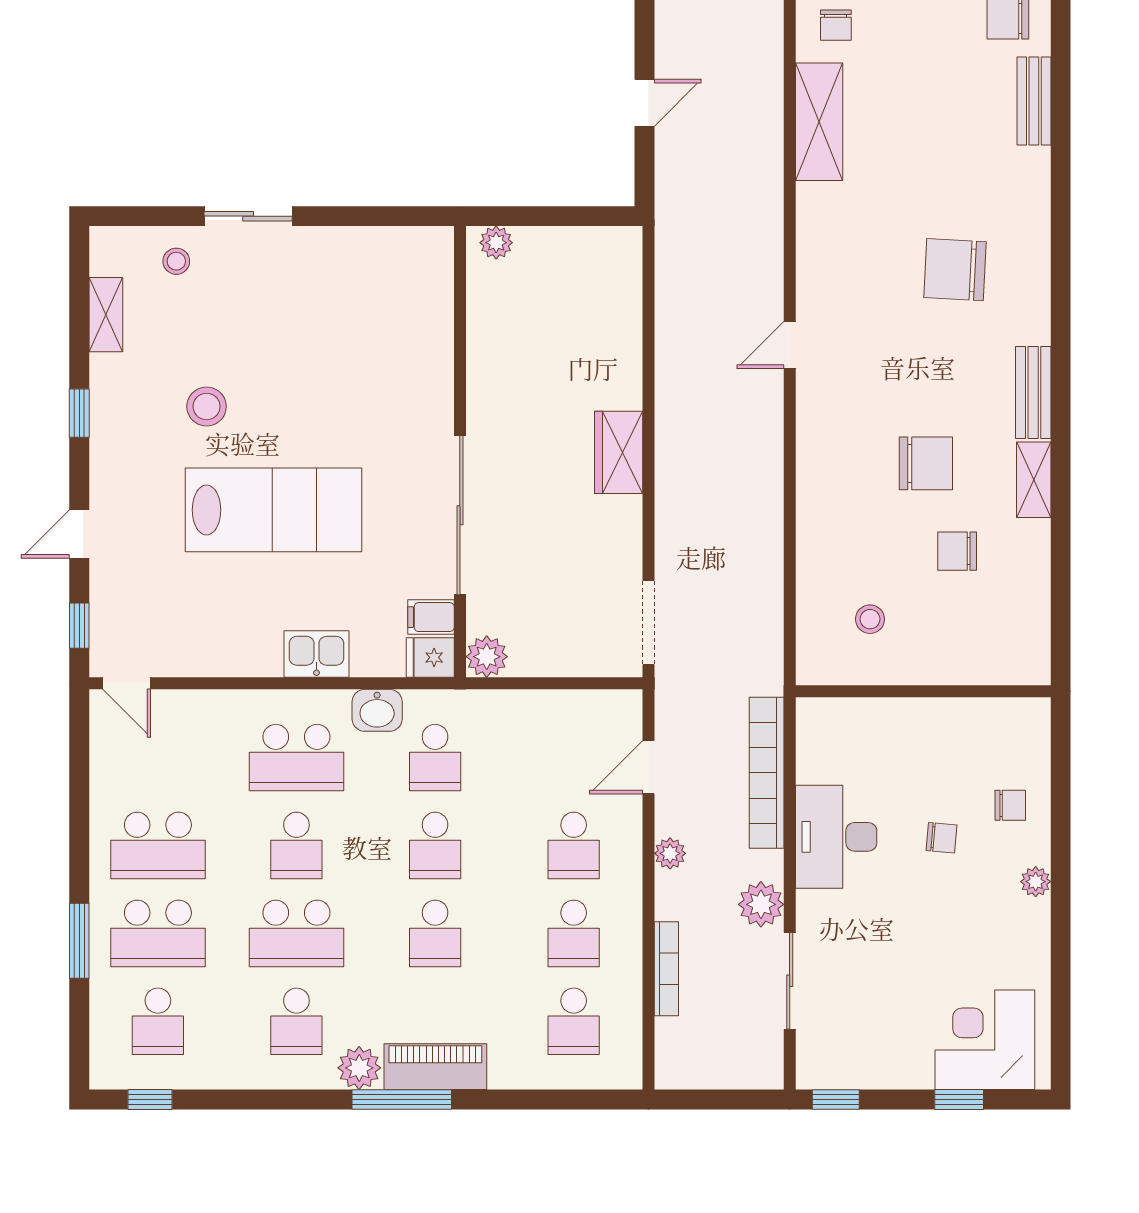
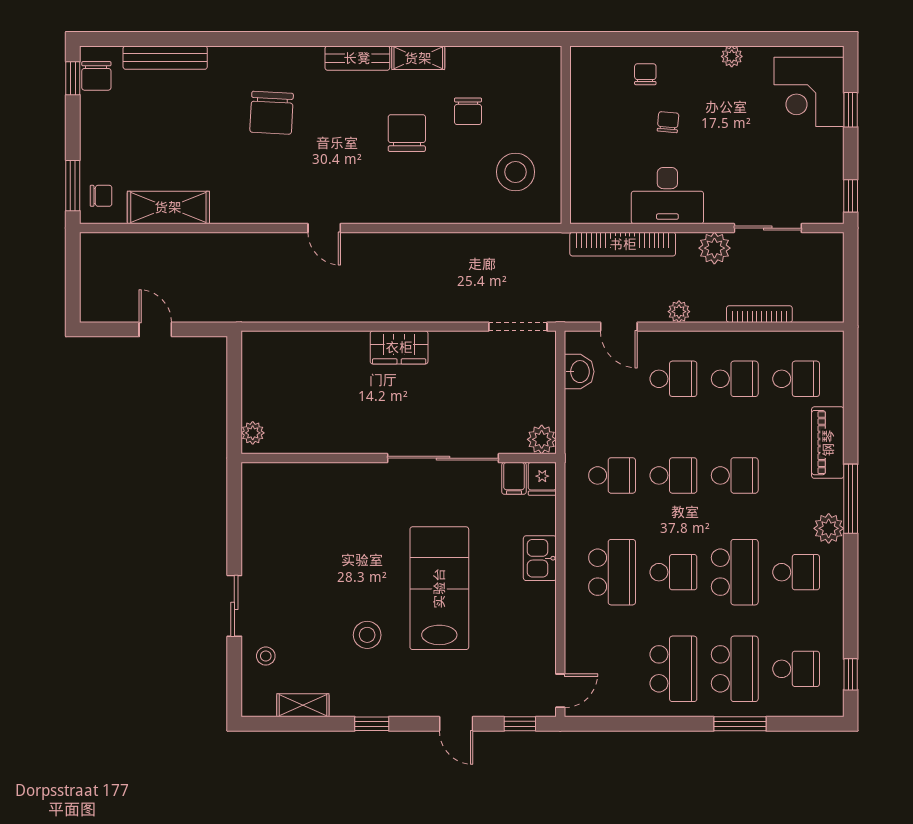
bench: (1034, 101) -> (165, 58), width x1.36
stool: (870, 619) -> (515, 172), width x1.89, depth x1.89
washbasin: (377, 710) -> (579, 372), moved
plant: (1036, 882) -> (732, 56), moved
piano: (435, 1067) -> (828, 443), moved

